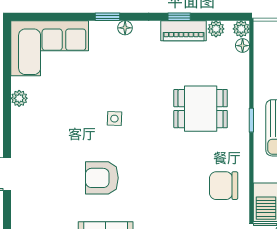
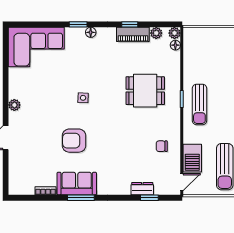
plant: (19, 98) -> (14, 105), moved
chair: (224, 186) -> (162, 146), width x0.54, depth x0.54

